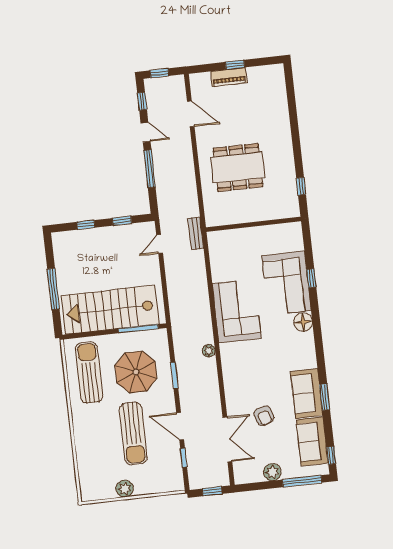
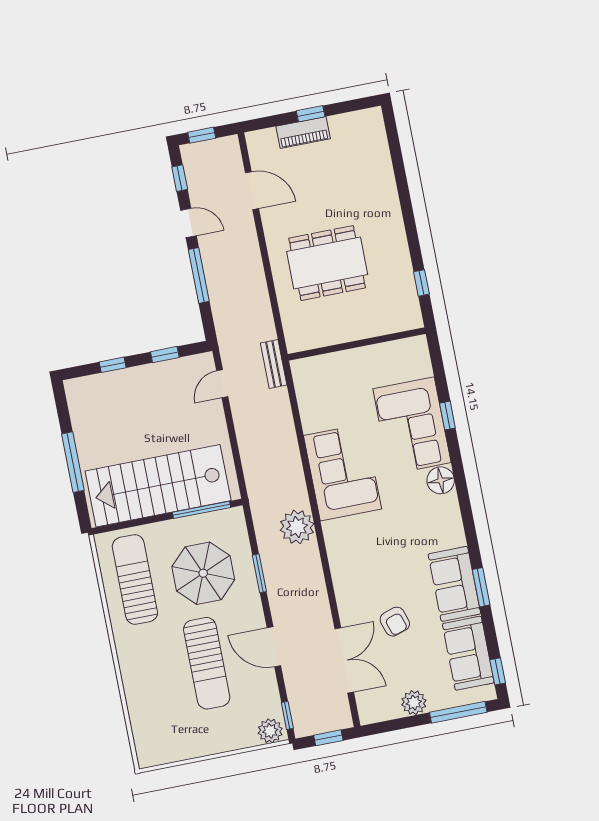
plant: (209, 351) -> (297, 527), width x1.88, depth x1.88
window: (184, 458) -> (287, 715), moved
plant: (125, 489) -> (270, 731), moved

